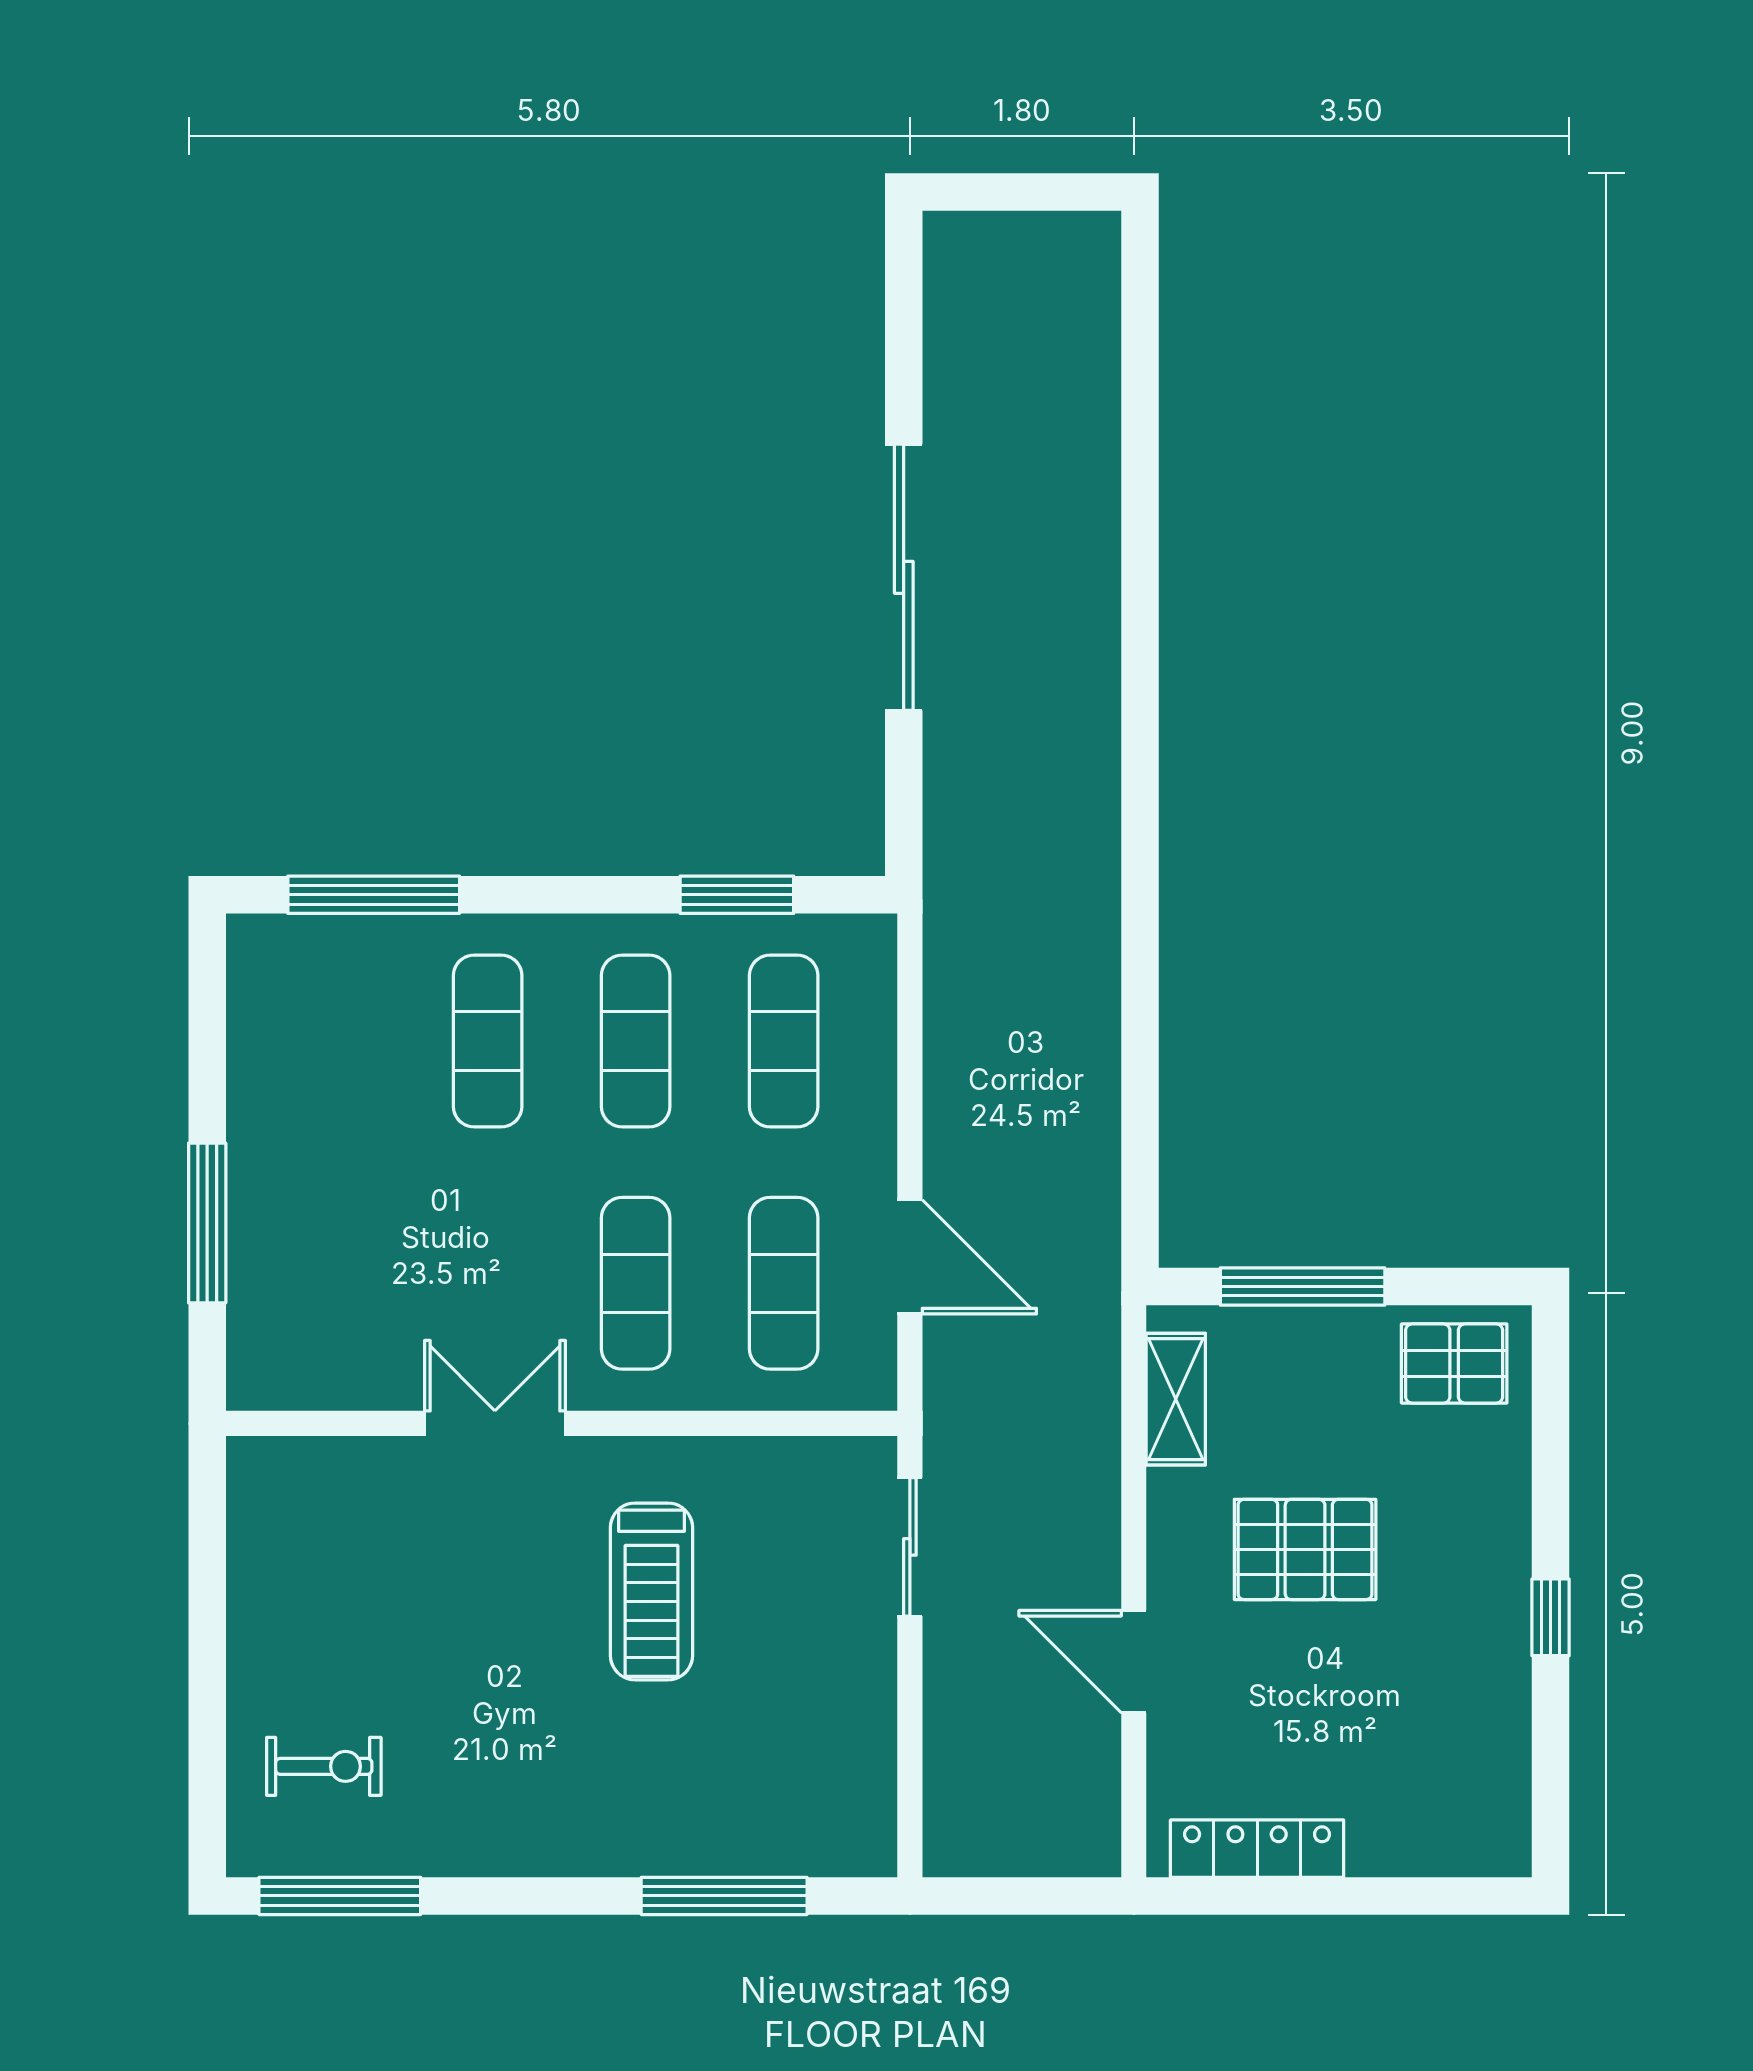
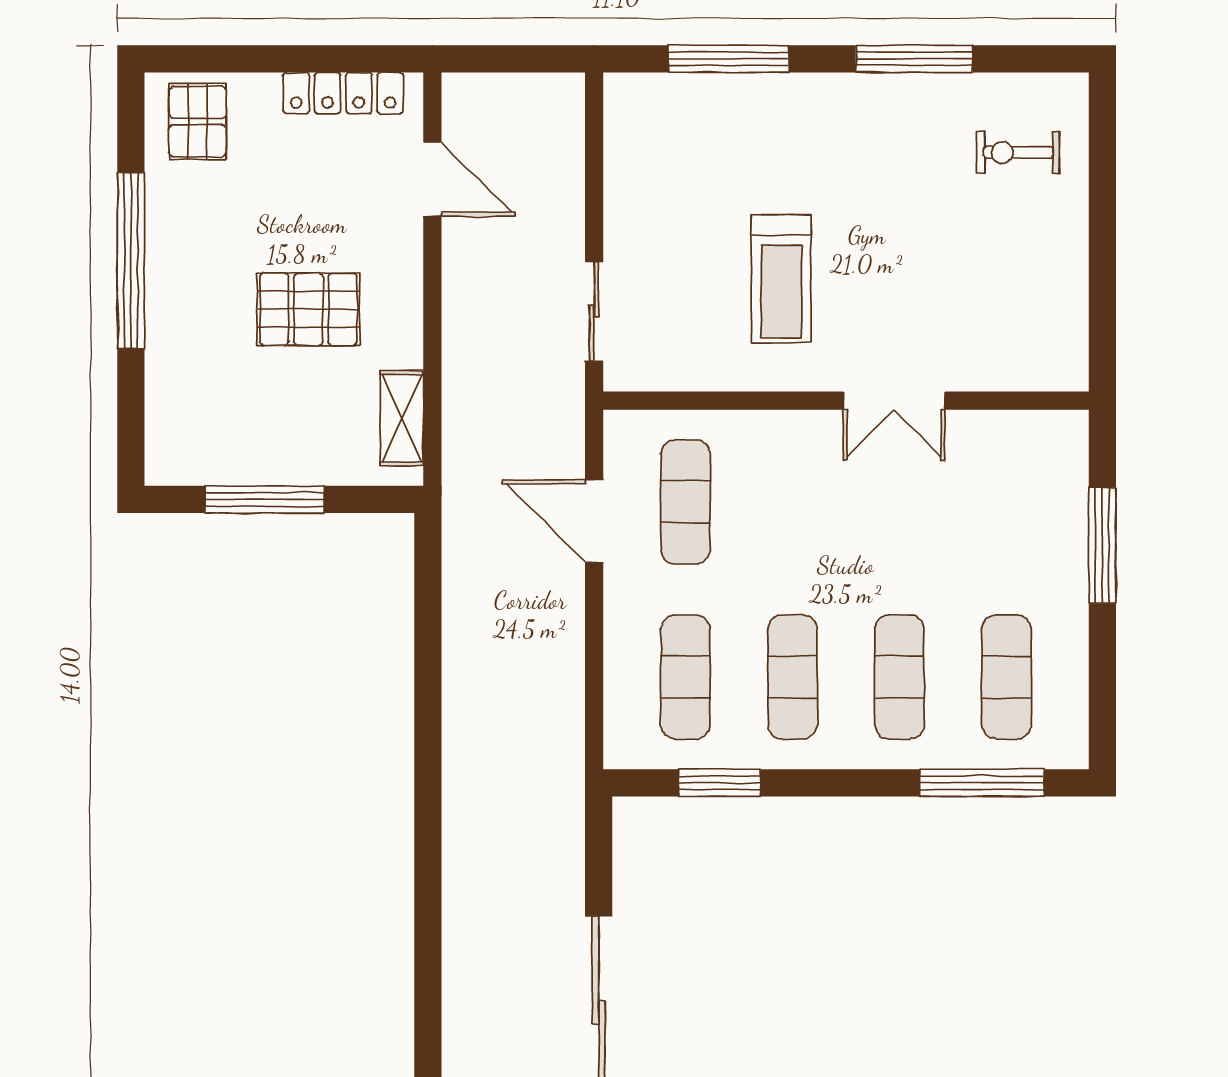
exercise mat: (636, 1283) -> (1006, 677), moved
window: (1303, 1287) -> (265, 499), moved
pallet: (1454, 1363) -> (198, 121), moved, turned 90
treadmill: (651, 1591) -> (781, 279), turned 180
window: (1550, 1617) -> (131, 260), width x3.17
door: (1134, 1662) -> (432, 179), moved
window: (340, 1896) -> (914, 59), moved

